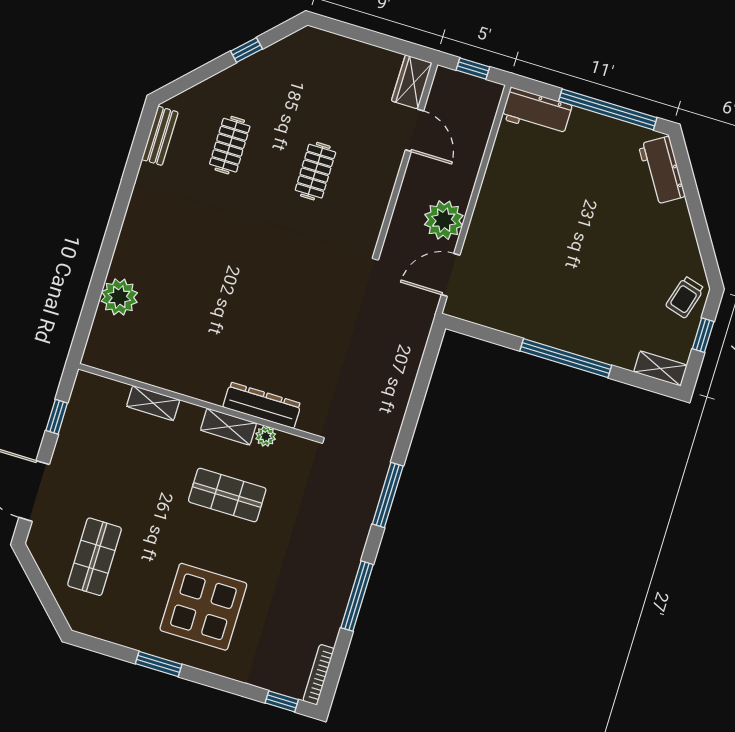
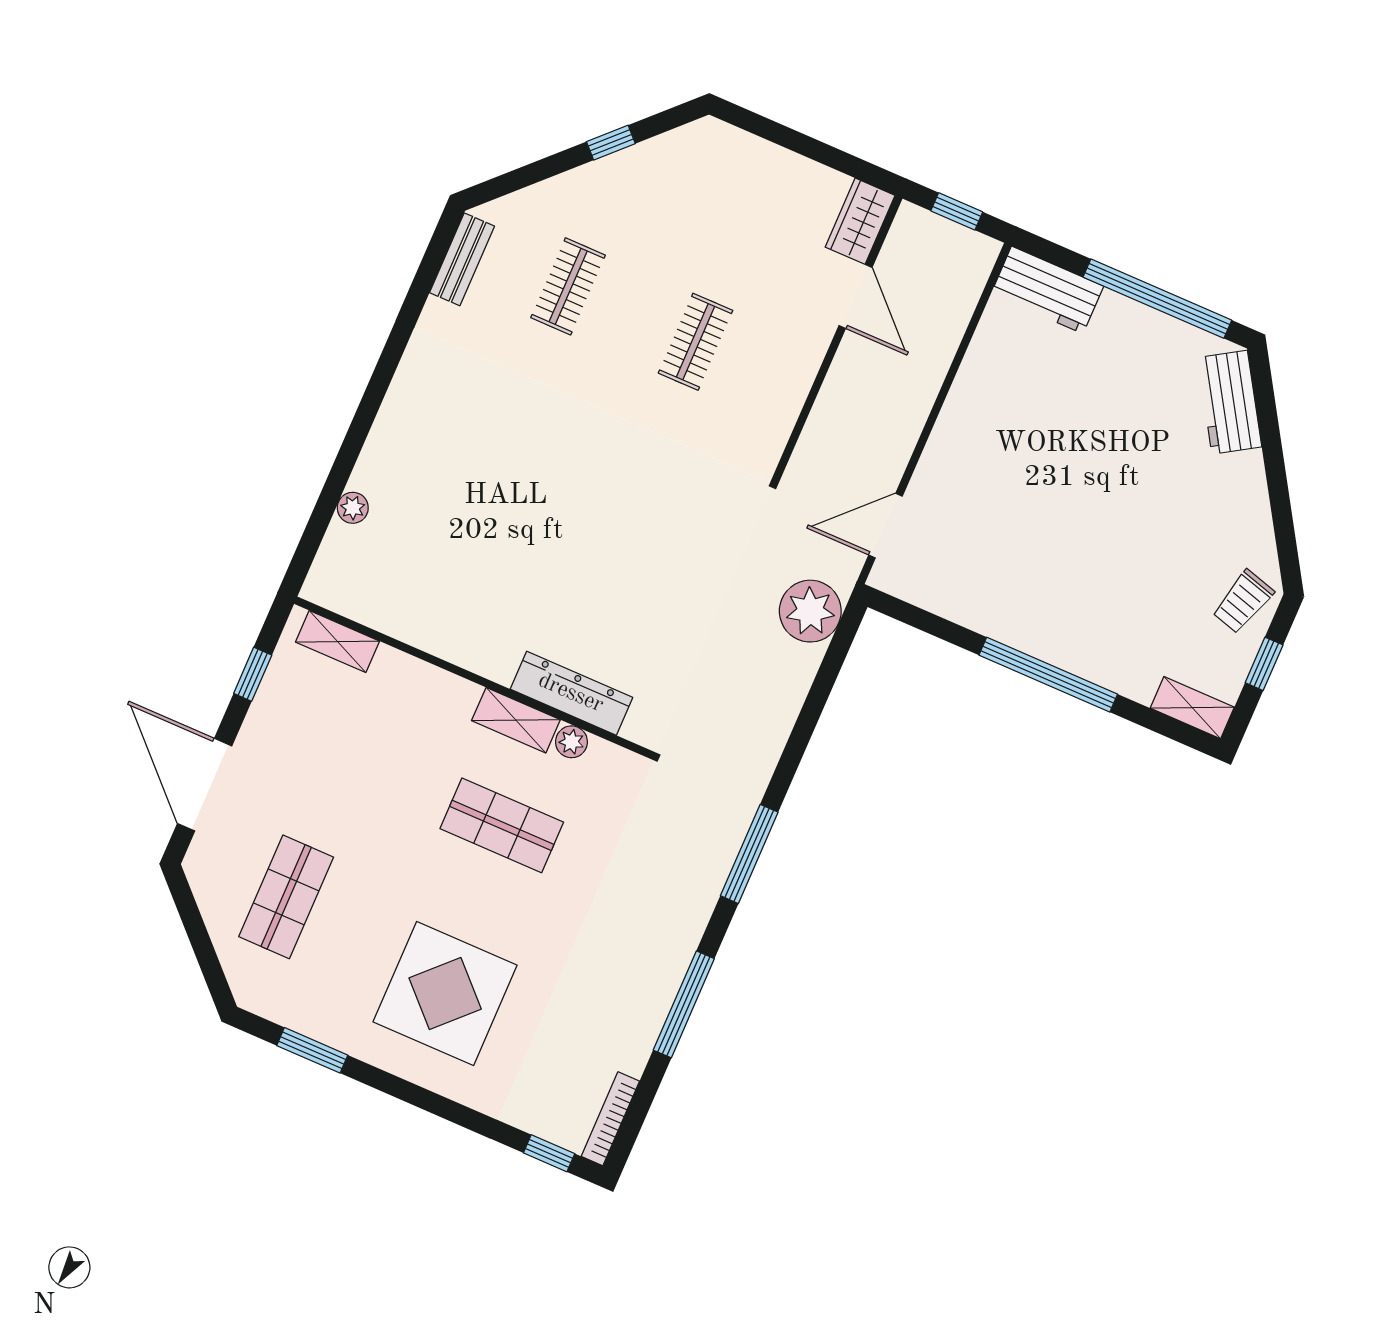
plant: (444, 220) -> (810, 611), moved
plant: (119, 297) -> (353, 508), width x0.53, depth x0.53
shelving: (153, 403) -> (338, 642), moved
window: (159, 664) -> (312, 1050), moved

